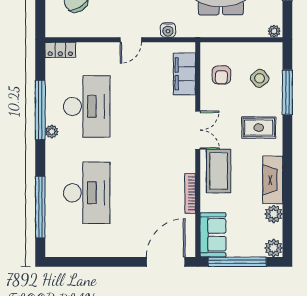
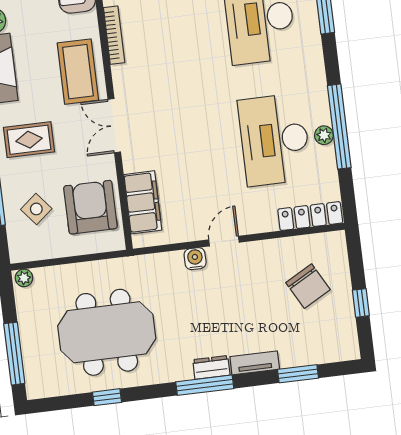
water cooler: (168, 30) -> (195, 259), moved
locker: (60, 50) -> (310, 216), width x1.53
armchair: (221, 75) -> (90, 207), width x1.88, depth x1.88
plant: (52, 132) -> (324, 135), moved

